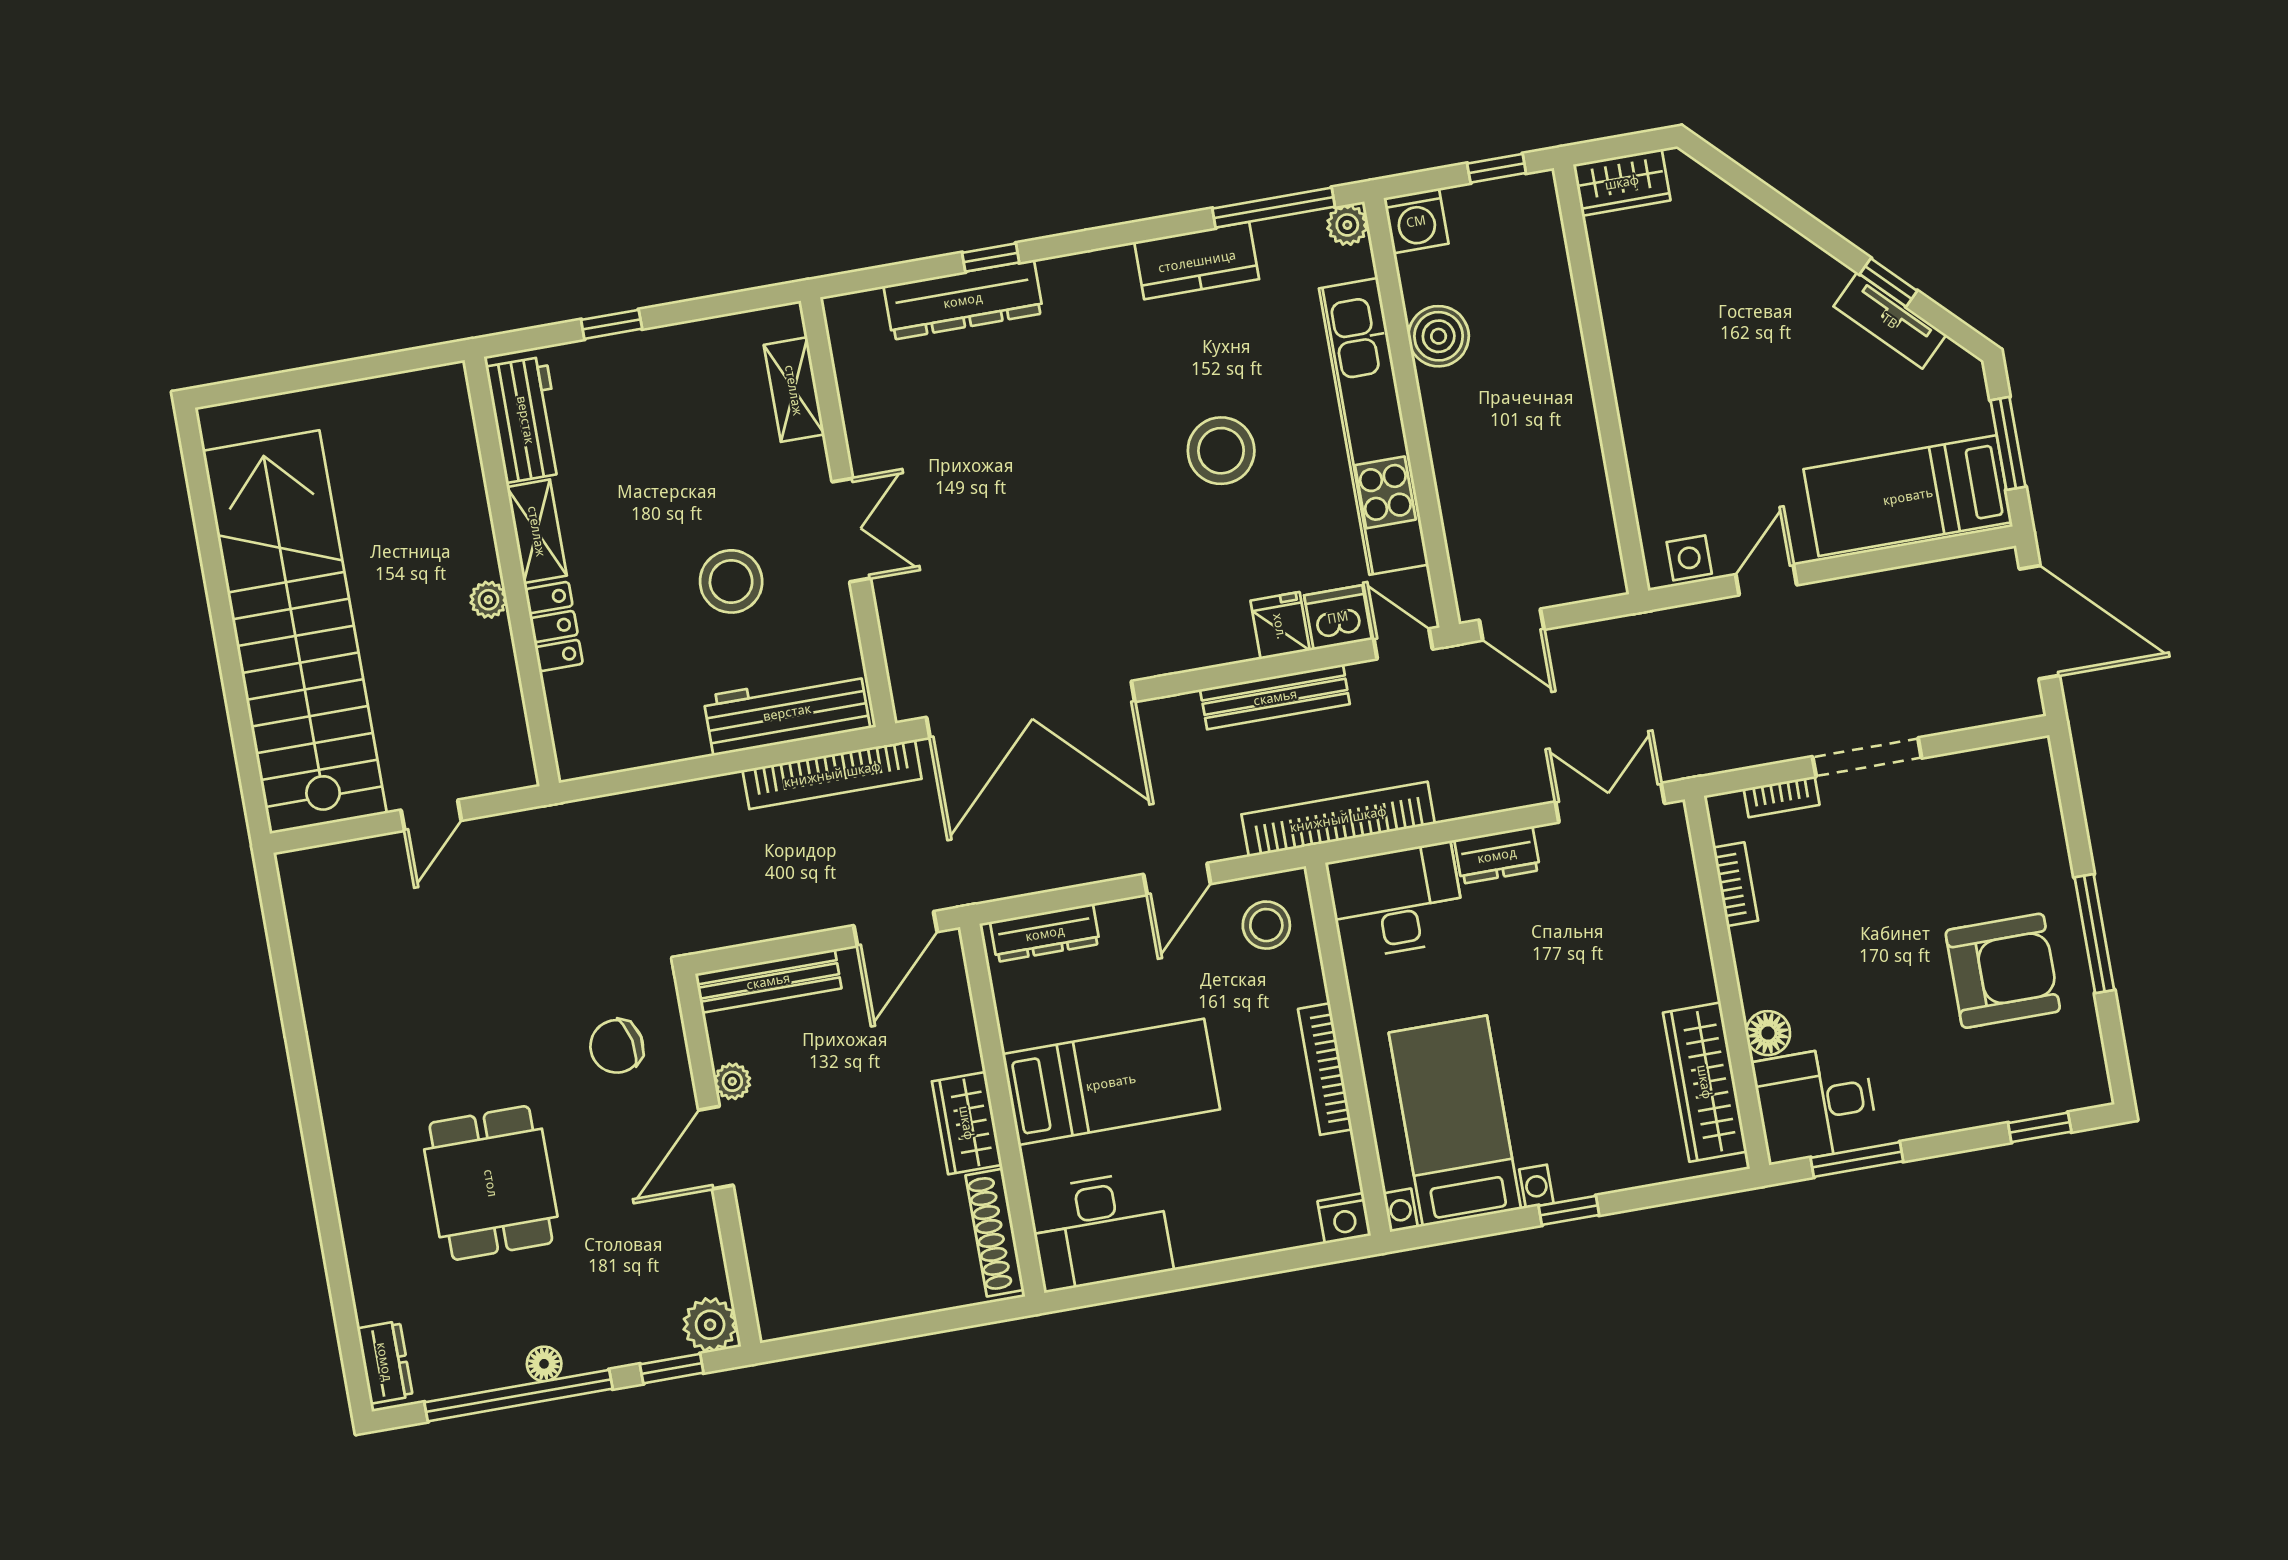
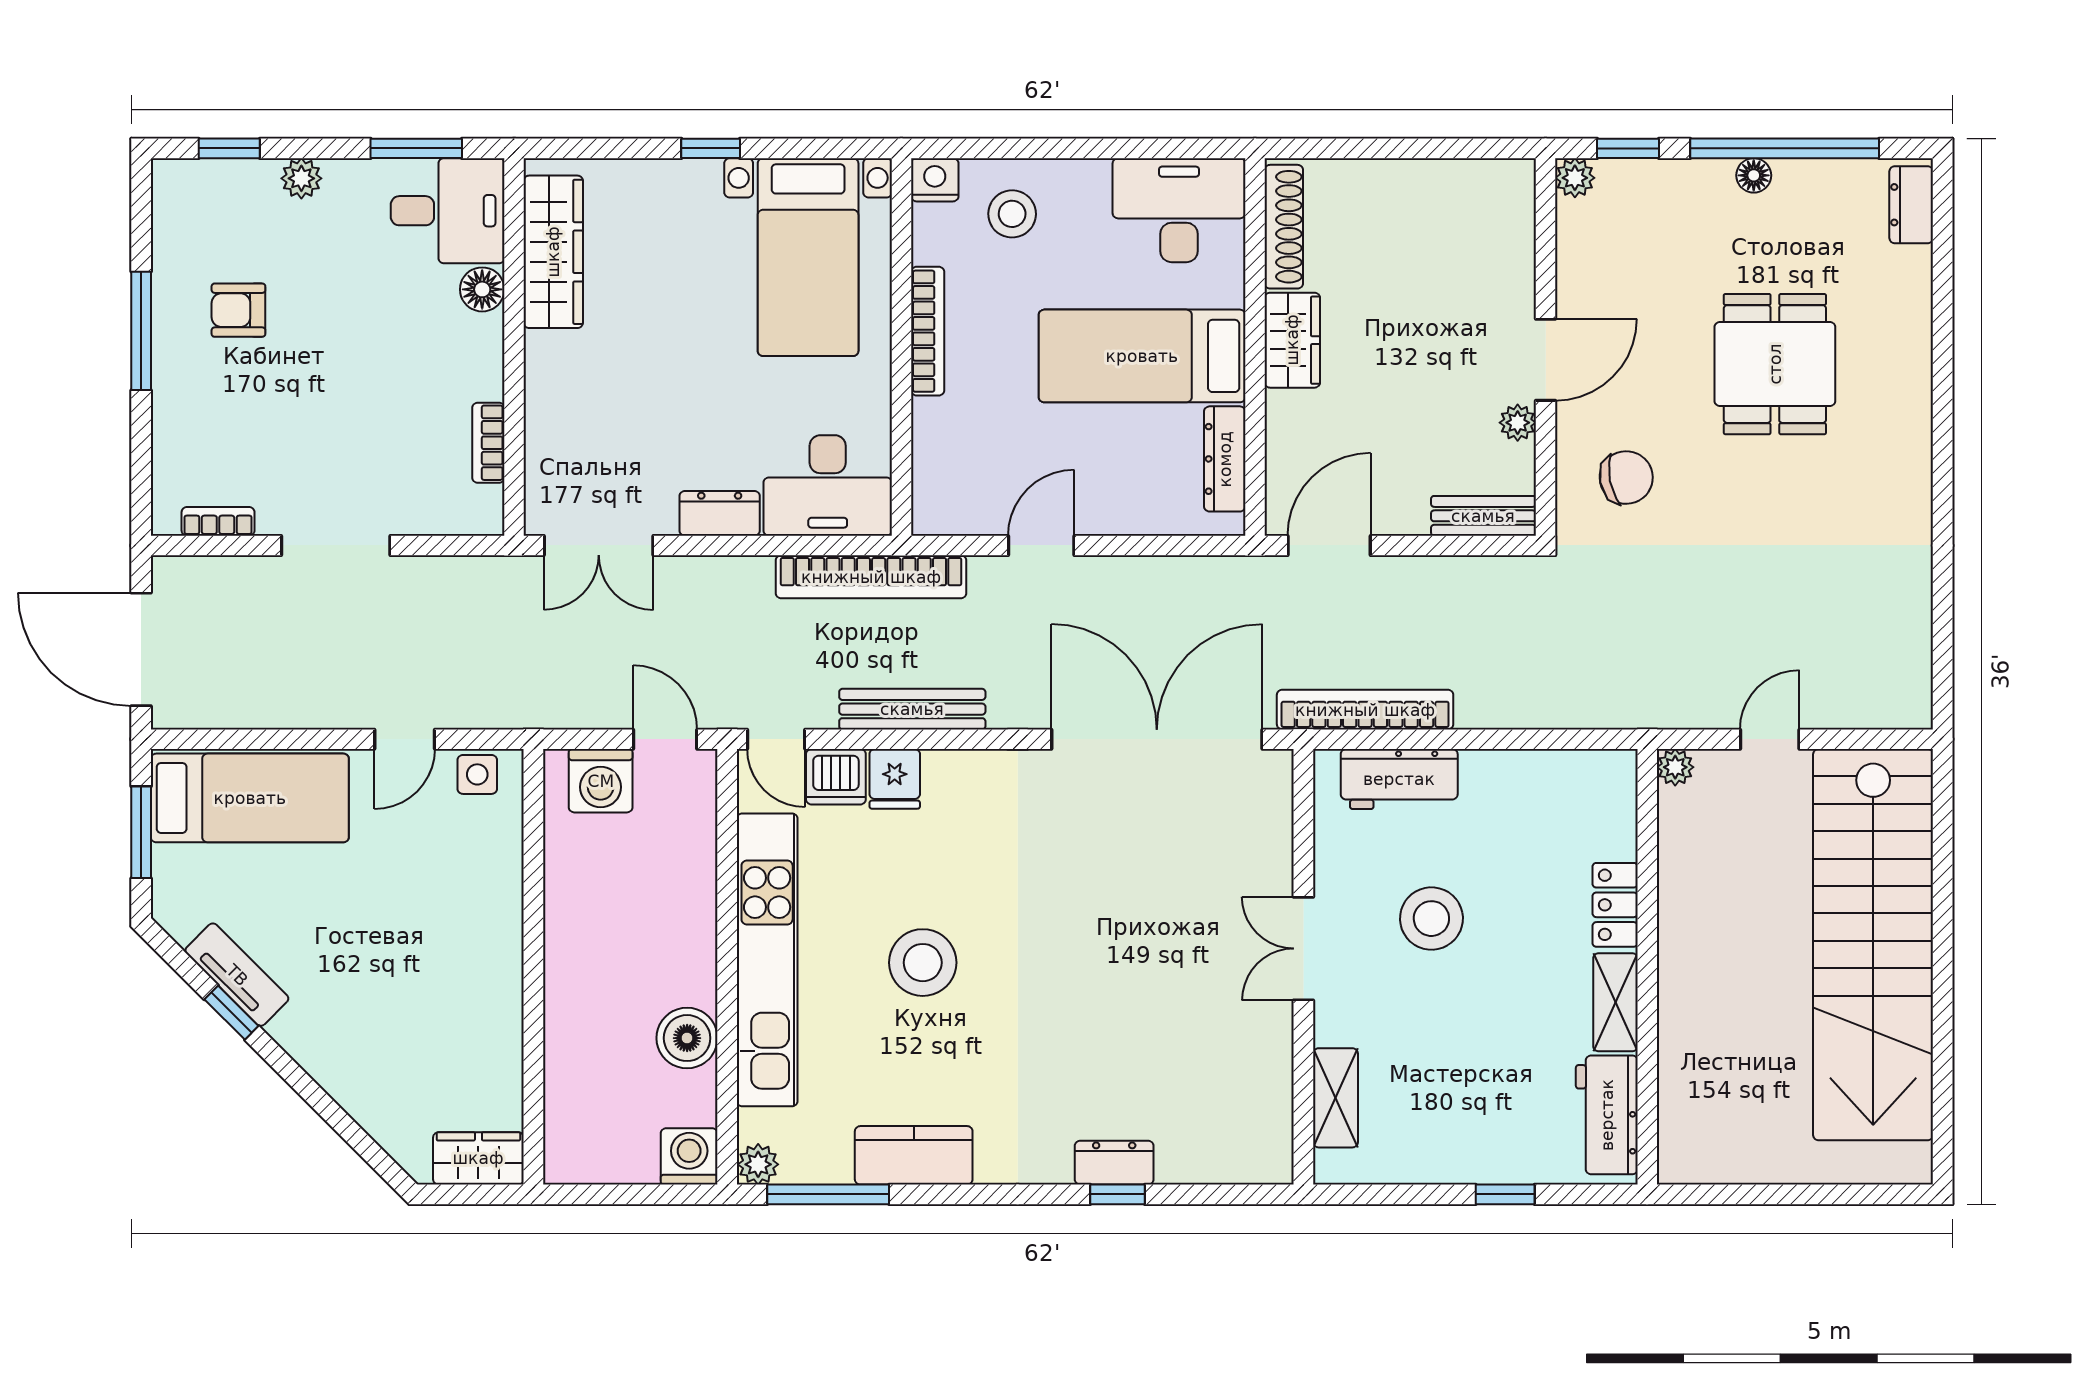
window: (1497, 168) -> (600, 1194), removed
dresser: (963, 300) -> (1114, 1163), width x0.51, depth x0.80
washing machine: (1567, 573) -> (601, 781), added
plant: (488, 600) -> (1675, 767), moved
workbench: (787, 712) -> (1399, 779), width x0.73
bookcase: (1782, 797) -> (218, 521), moved
stool: (1266, 925) -> (1012, 214), moved
dresser: (1045, 933) -> (1225, 459), moved, turned -90
armchair: (2003, 971) -> (238, 310), width x0.53, depth x0.53
bench: (768, 981) -> (1483, 516), width x0.73
plant: (1964, 1111) -> (301, 178), added
plant: (710, 1325) -> (1575, 178), width x0.73, depth x0.73

